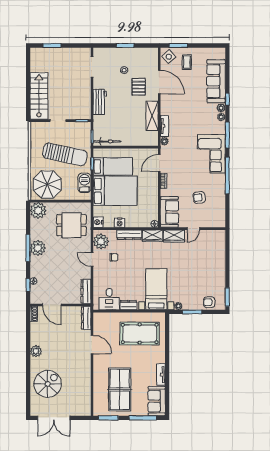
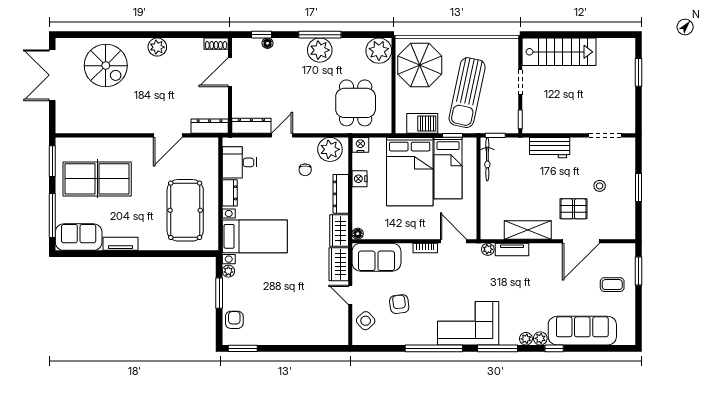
side table: (169, 57) -> (366, 321), moved
door: (92, 259) -> (282, 135), moved

